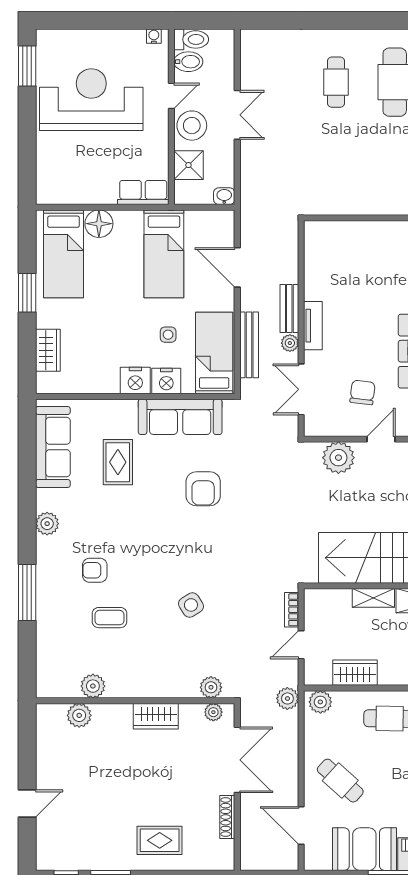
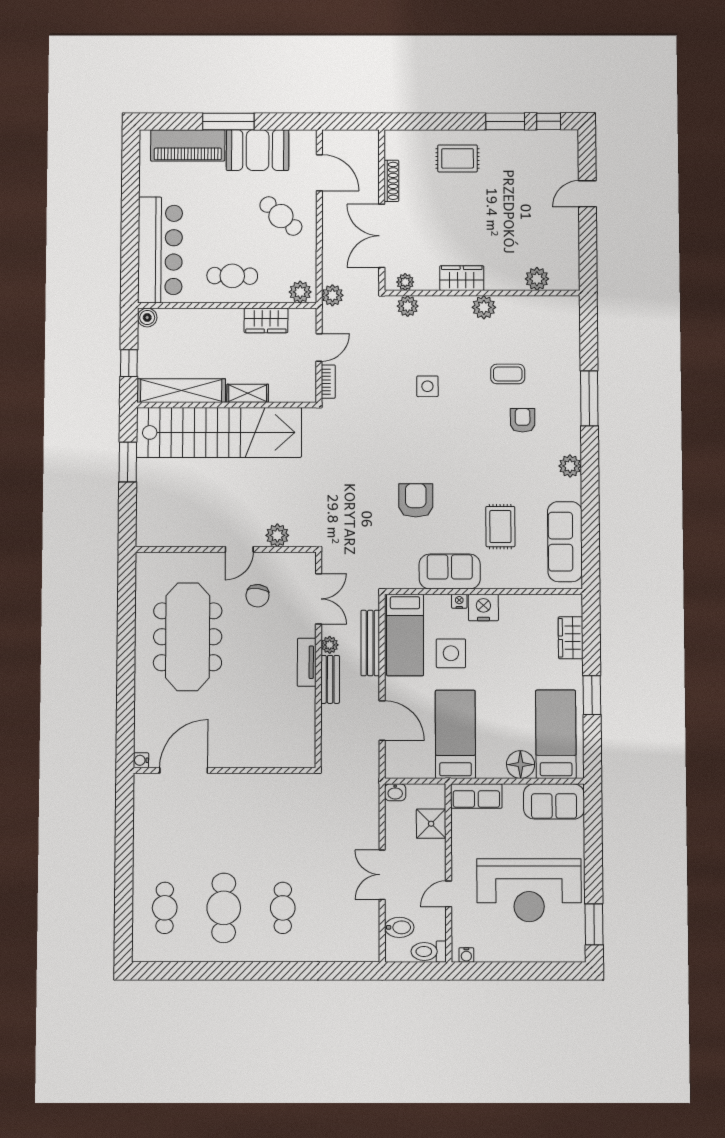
bidet: (188, 62) -> (399, 927), moved, turned 180
stool: (192, 126) -> (428, 864), removed
sofa: (66, 187) -> (554, 801), added
side table: (168, 335) -> (451, 653), width x1.87, depth x1.87
nightstand: (166, 381) -> (459, 601), width x0.53, depth x0.56
sofa: (180, 417) -> (450, 572), width x0.73
plant: (338, 458) -> (277, 535), width x0.73, depth x0.73
armchair: (95, 570) -> (523, 420), turned -90
side table: (191, 605) -> (427, 386), turned 32
plant: (93, 686) -> (484, 307), moved

